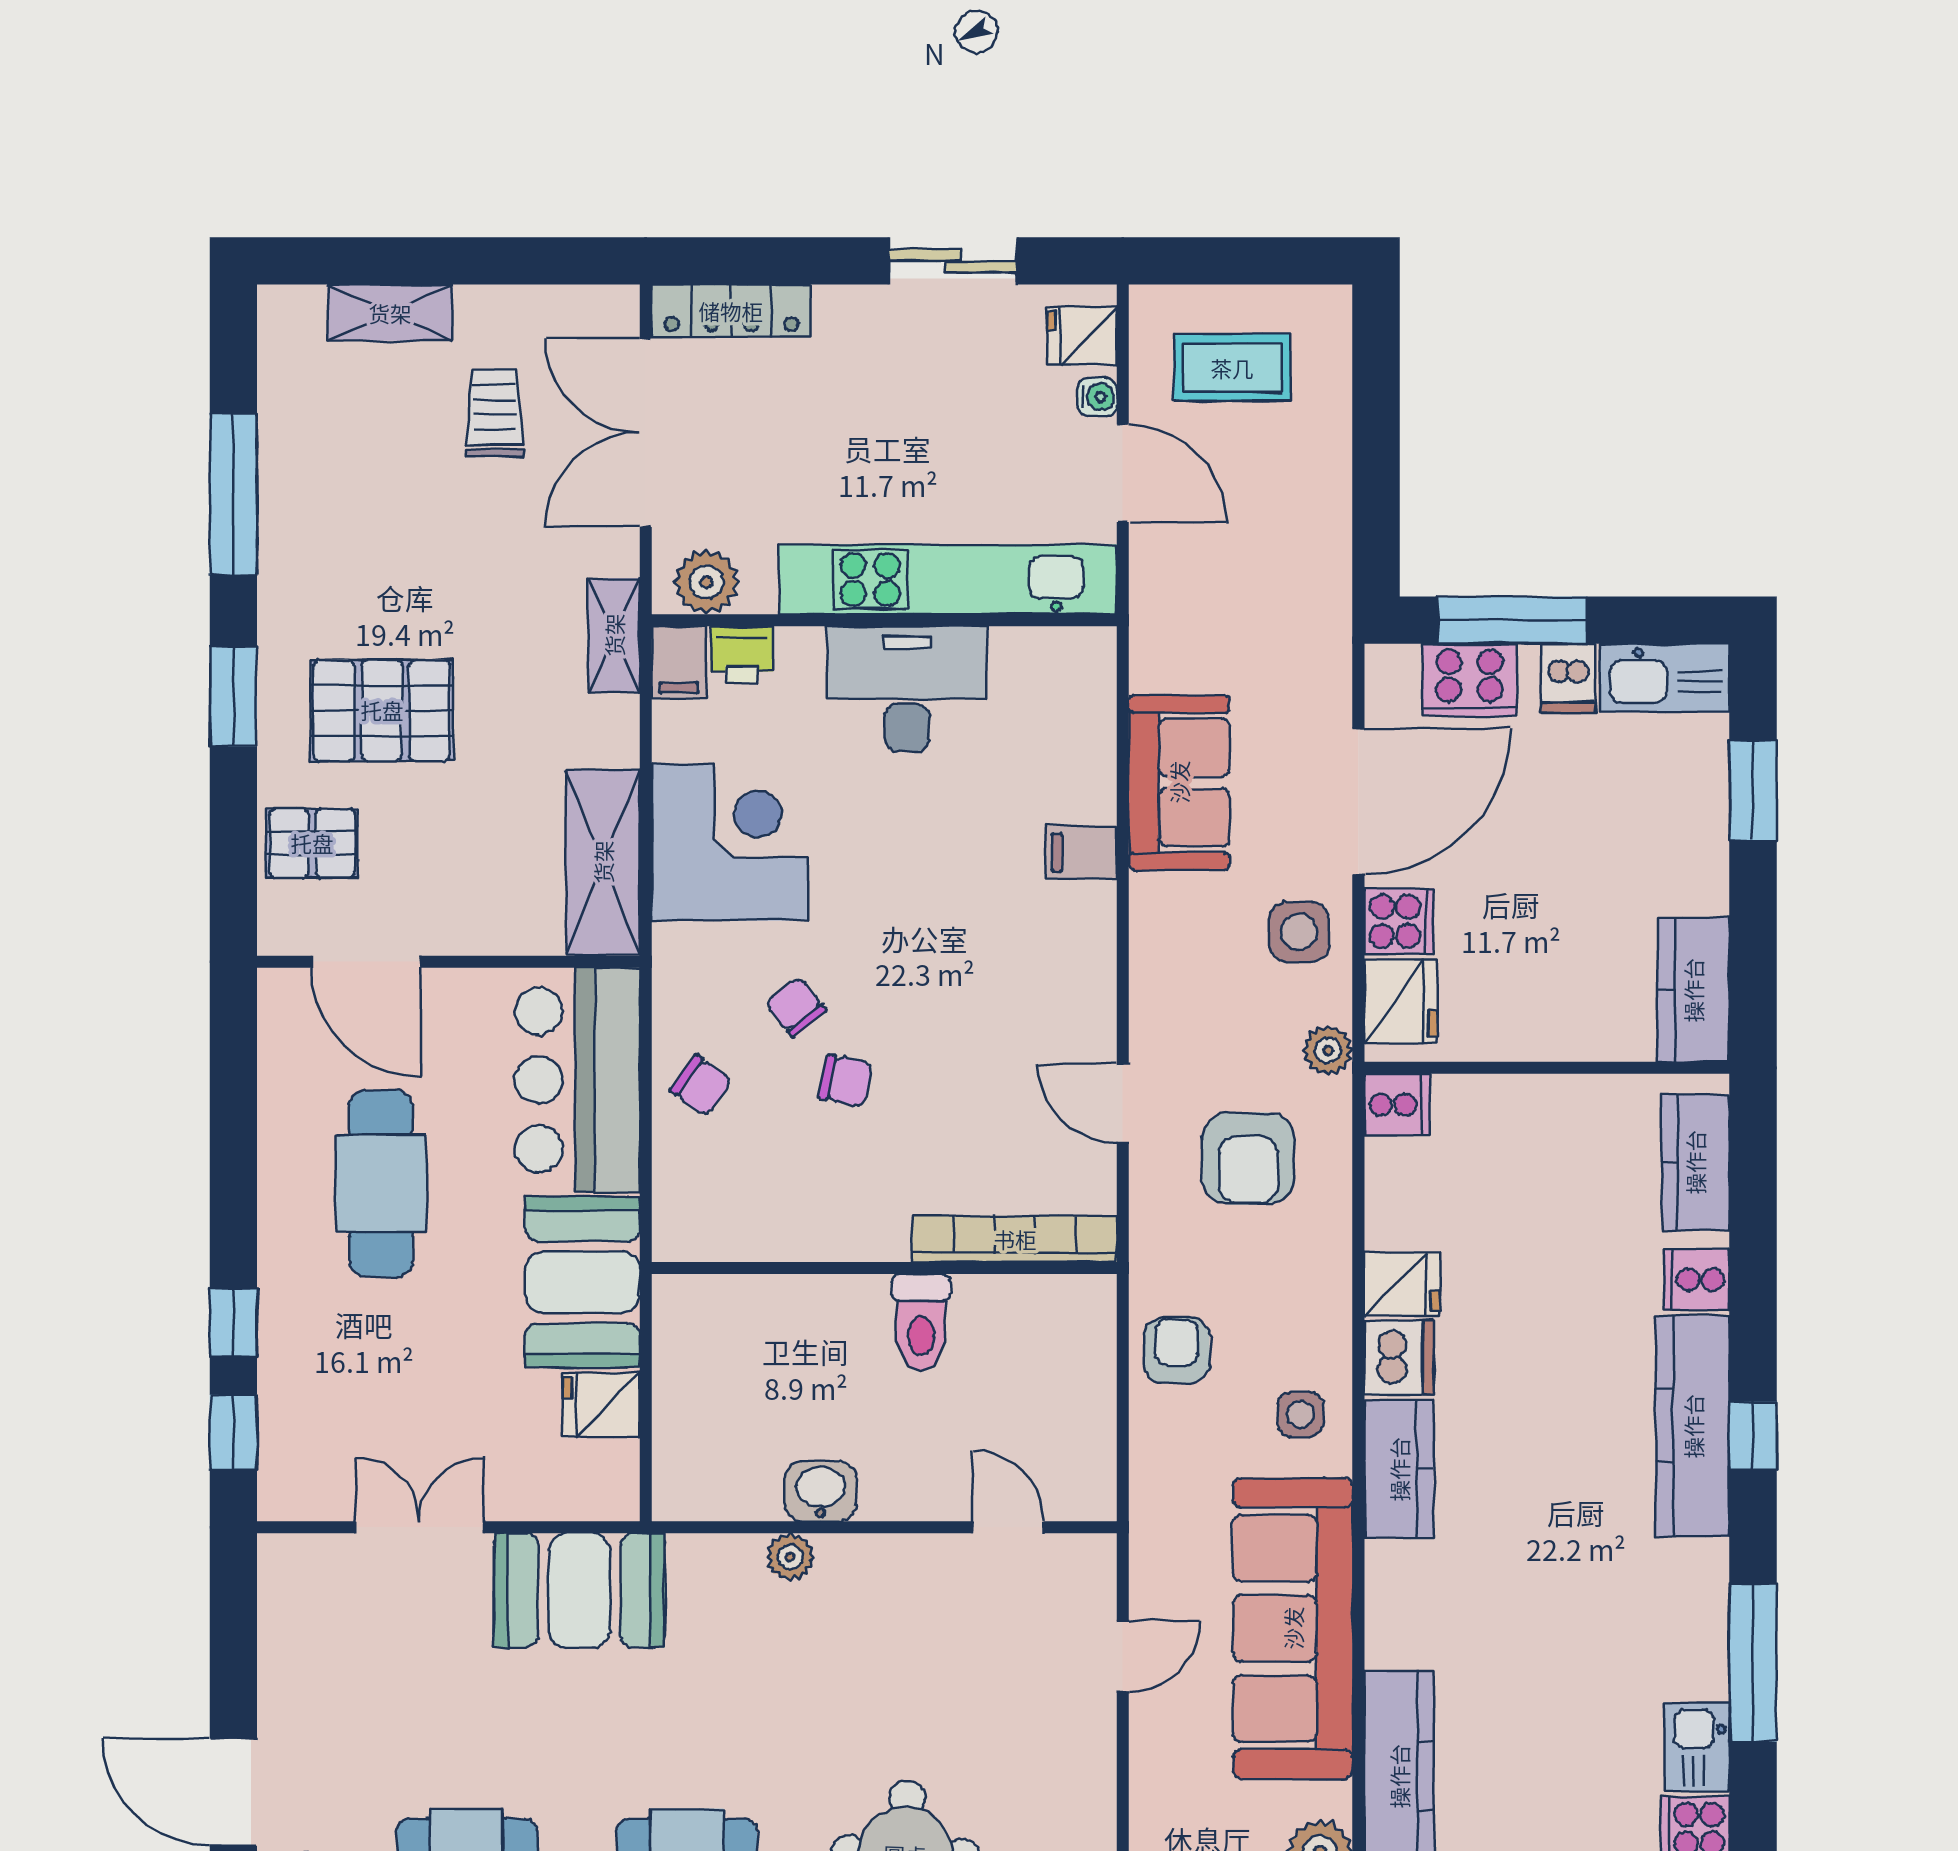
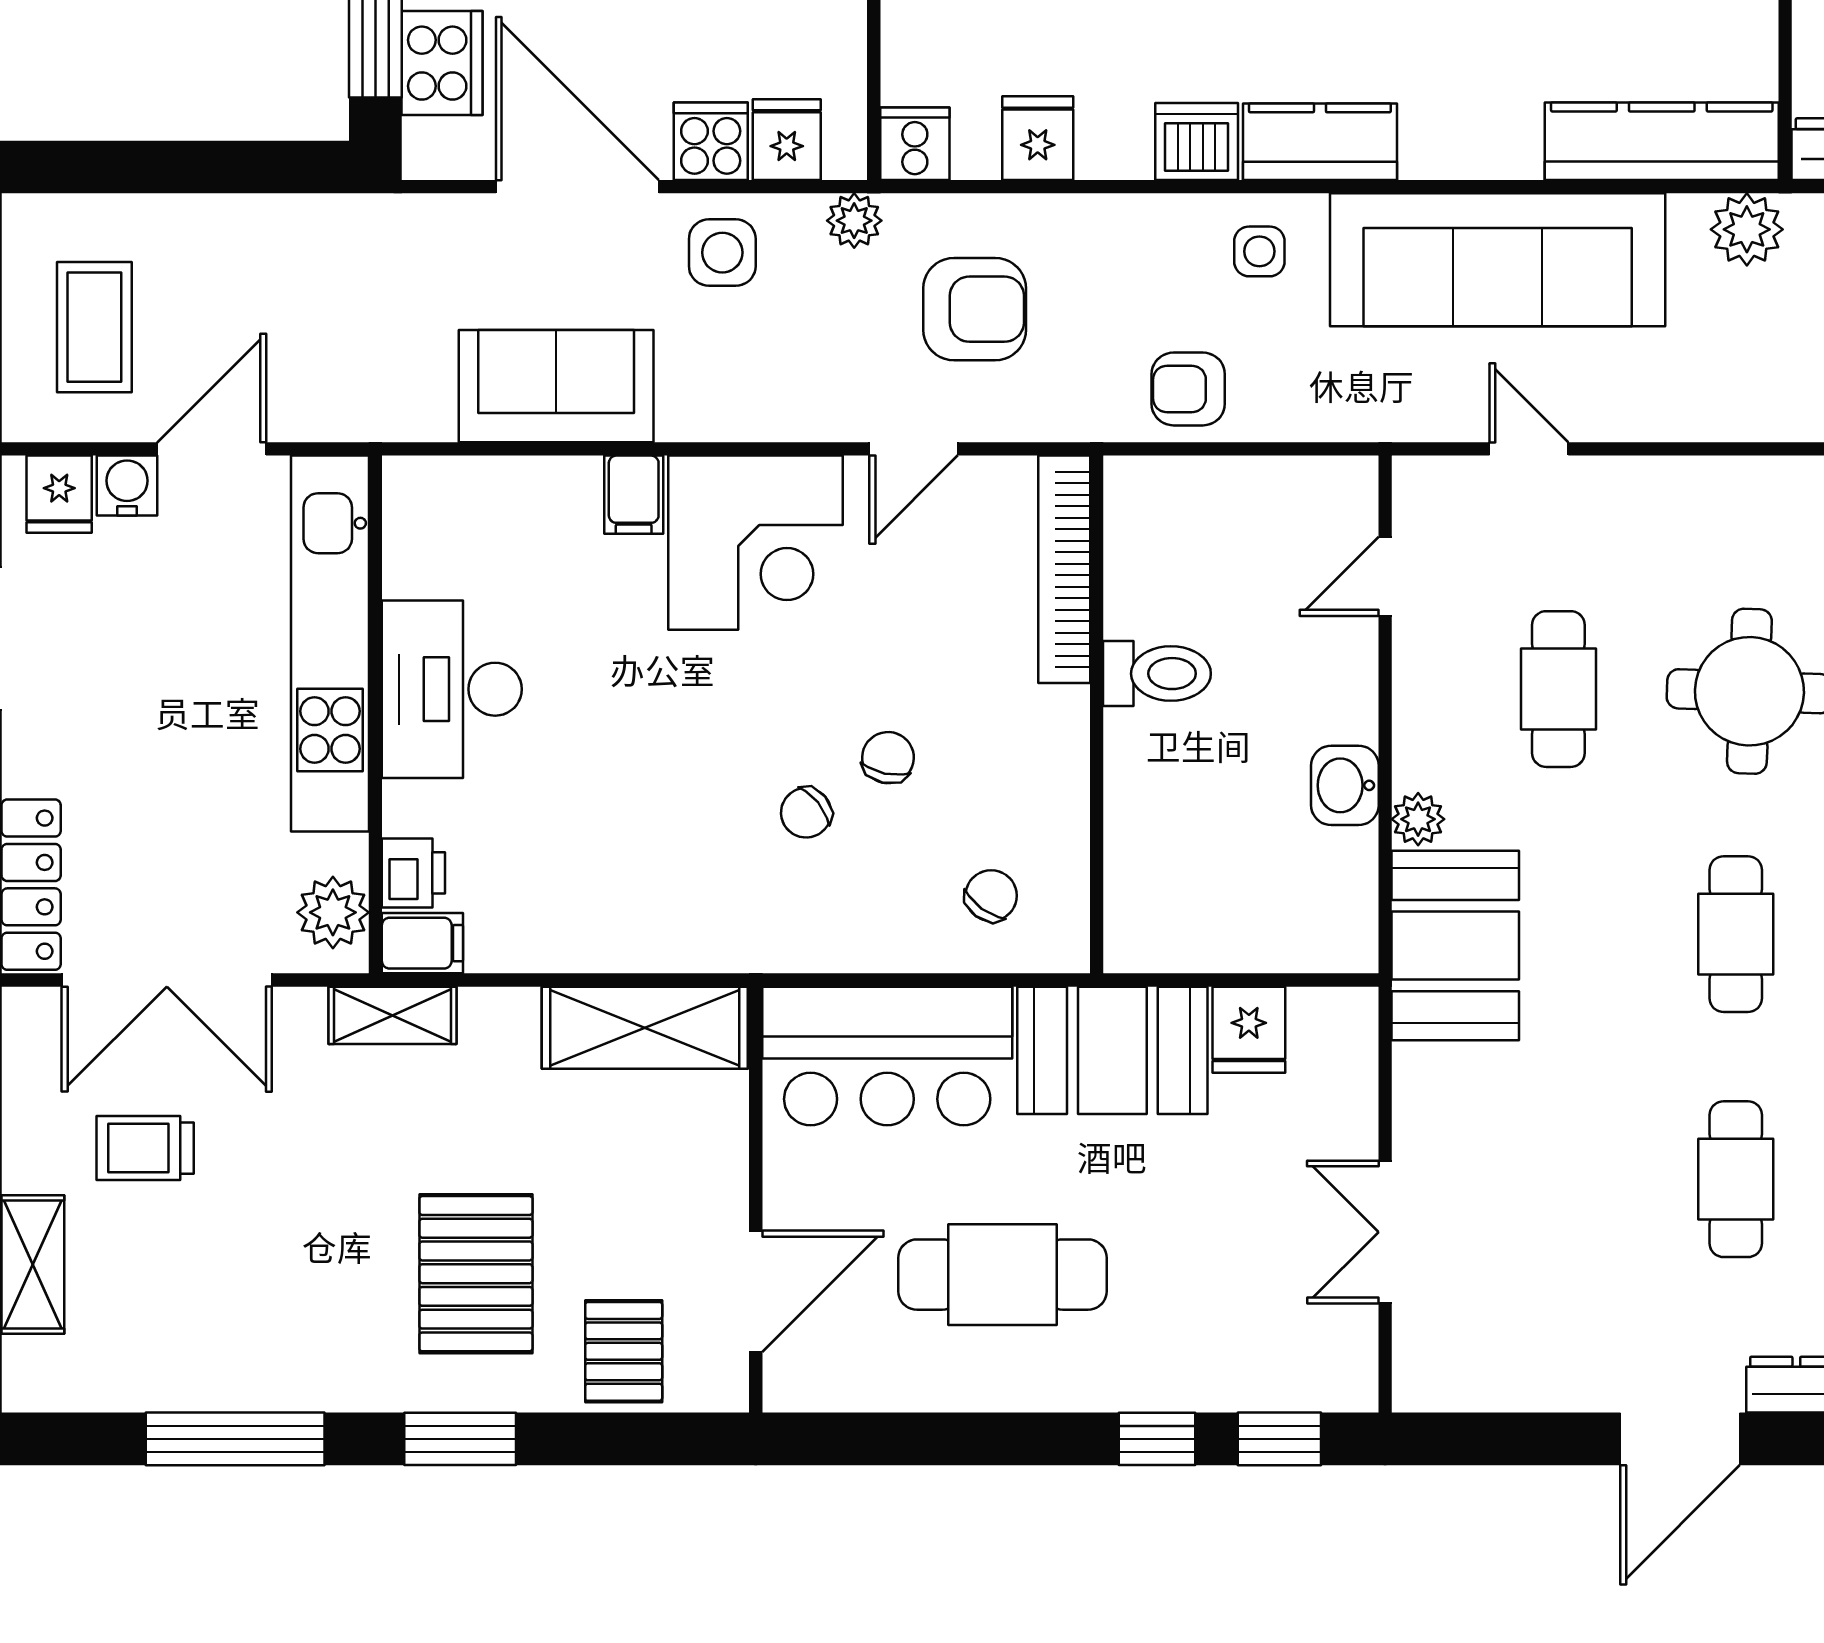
water cooler: (1097, 397) -> (127, 486), width x1.38, depth x1.38
corner desk: (730, 842) -> (756, 543), moved, turned 180
fridge: (1401, 1001) -> (787, 140), width x0.72
chair: (701, 1086) -> (991, 896), moved
fridge: (1402, 1284) -> (1038, 138), moved
booth: (579, 1590) -> (1455, 946), moved
cafe table: (907, 1683) -> (1558, 689), added

